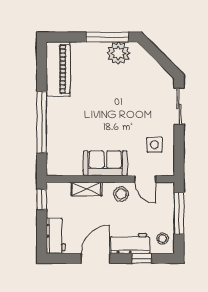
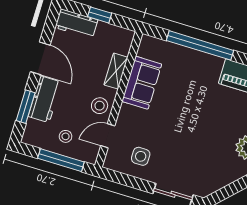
sofa: (105, 163) -> (142, 83), moved
window: (42, 199) -> (100, 15), moved
stool: (162, 239) -> (66, 136), moved
window: (141, 258) -> (26, 107), width x1.50

